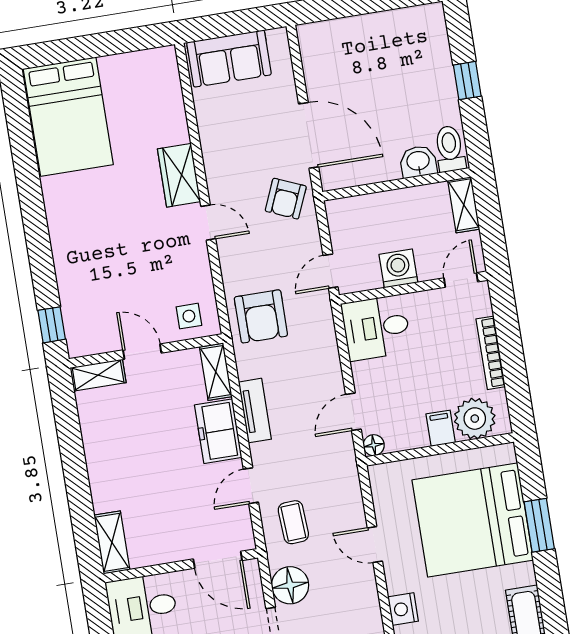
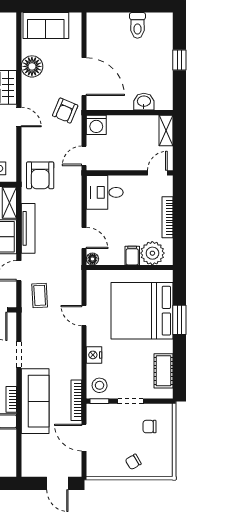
toilet: (450, 149) -> (137, 25), moved, turned 180
washing machine: (398, 268) -> (96, 125), moved, turned 180
tv unit: (255, 411) -> (28, 228), width x1.41
door: (353, 412) -> (84, 238), swing flipped
floor lamp: (290, 585) -> (32, 66), moved

